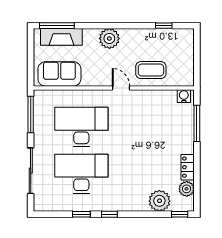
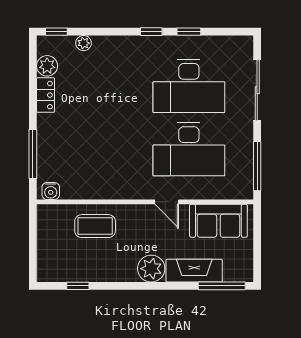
fireplace: (61, 37) -> (194, 271), moved
door: (121, 88) -> (167, 202), moved
plant: (159, 201) -> (84, 43), width x0.53, depth x0.53

